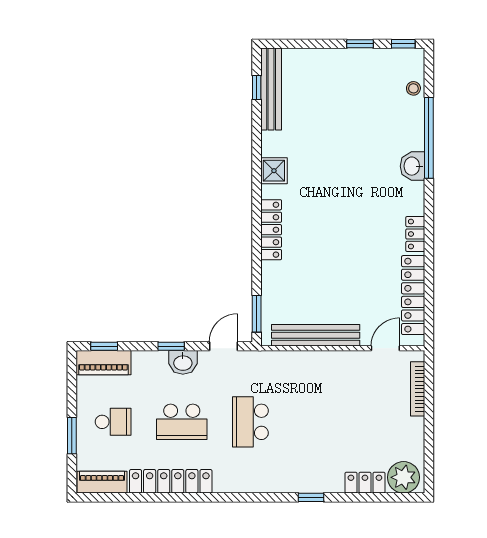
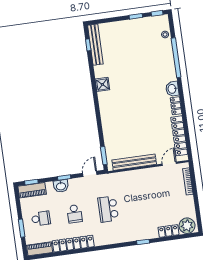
washbasin: (412, 166) -> (172, 89), moved
locker: (271, 230) -> (105, 114), removed
washbasin: (183, 362) -> (61, 186), moved
school desk: (182, 422) -> (75, 214), width x0.54

